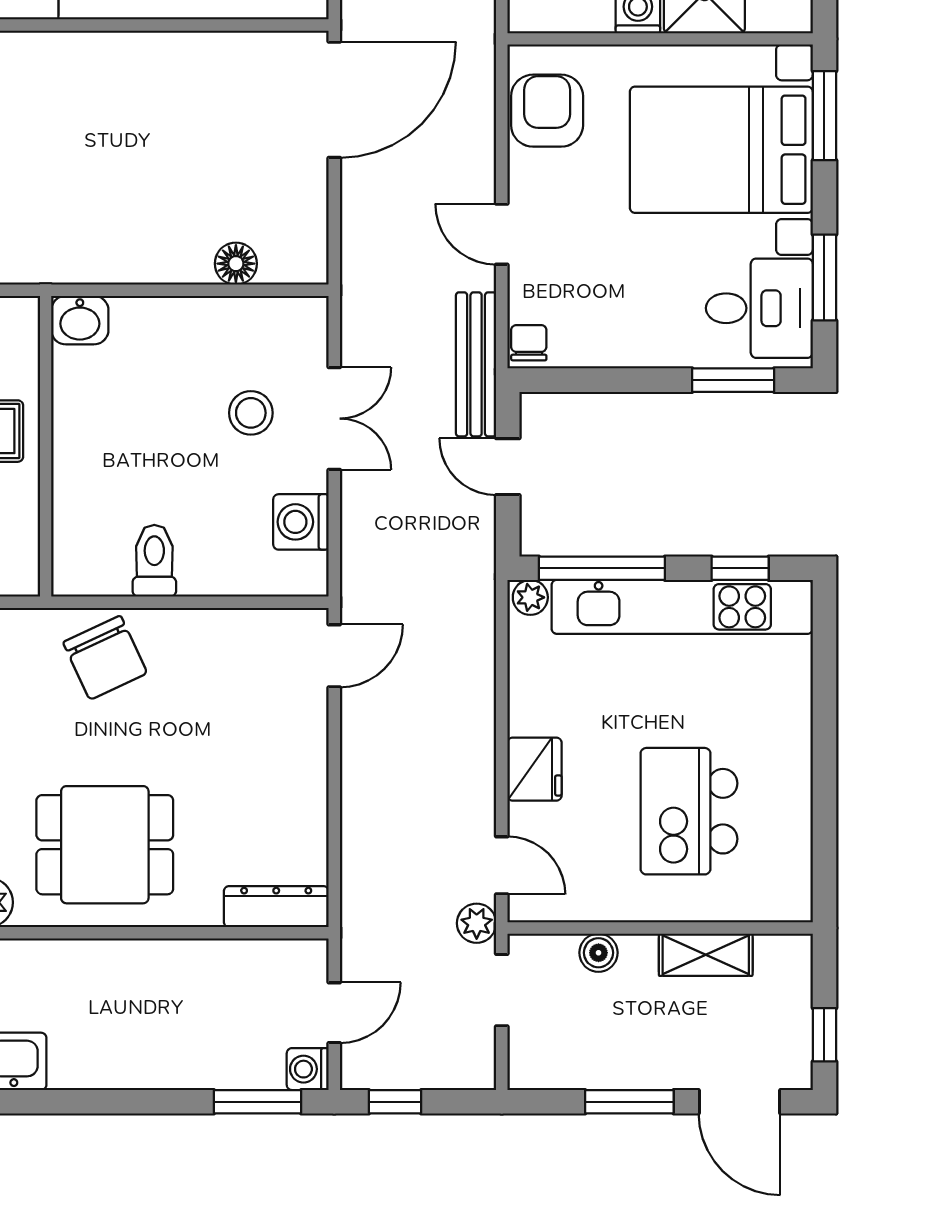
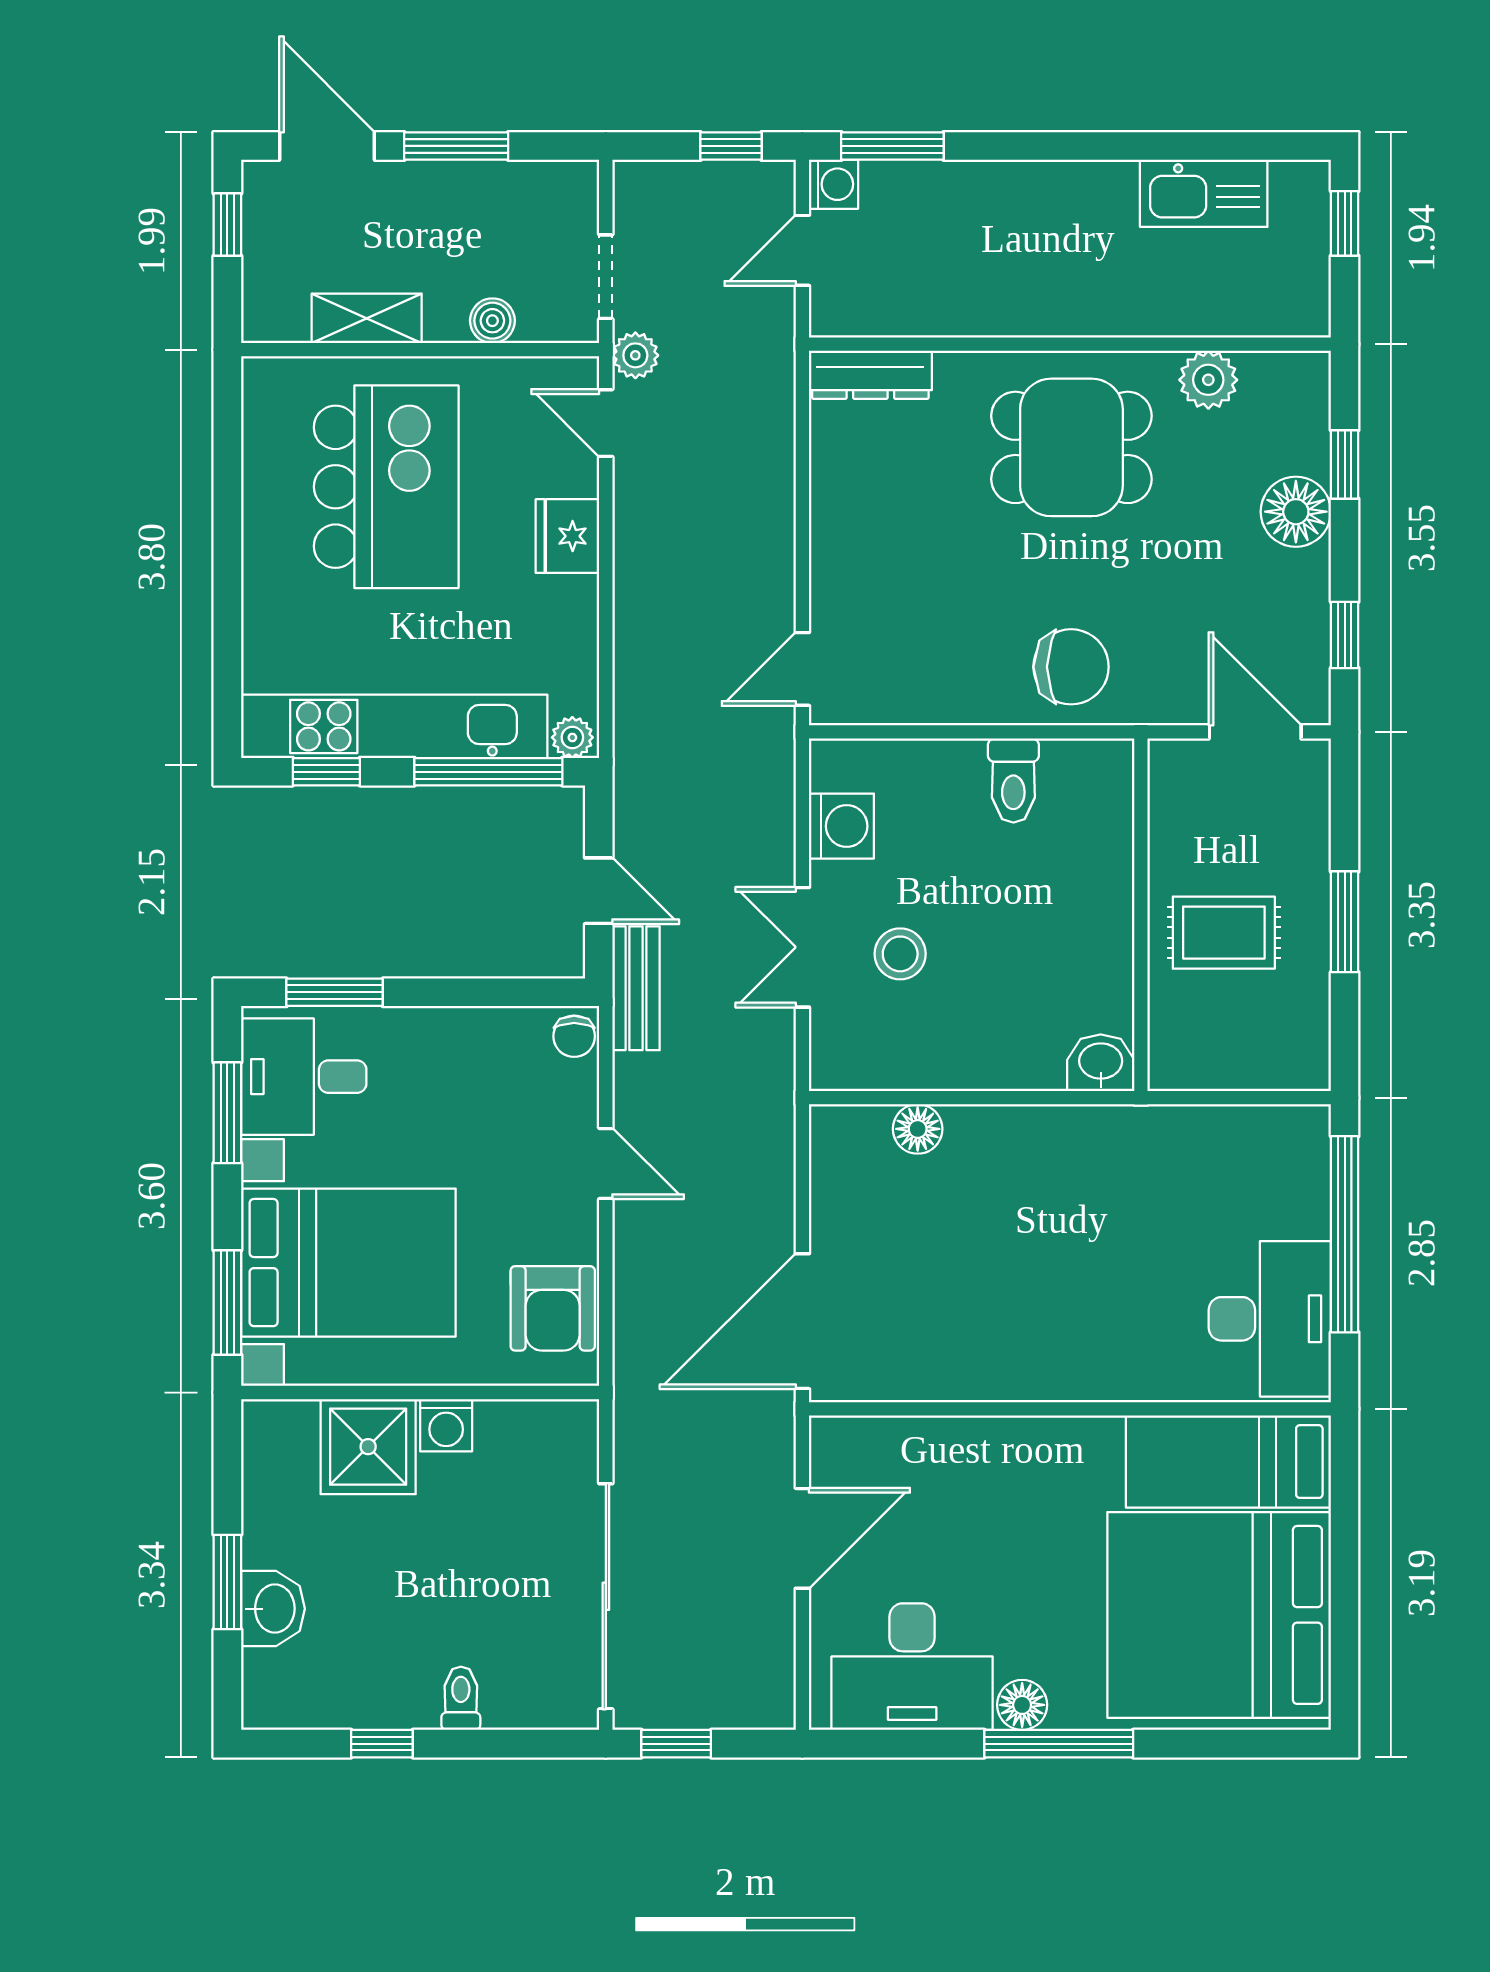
bench: (476, 364) -> (636, 988), width x0.73
chair: (105, 658) -> (1071, 667), turned 115
kitchen island: (689, 811) -> (386, 487), width x1.37, depth x1.28

